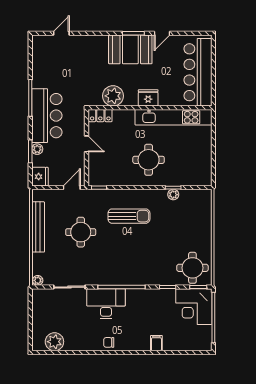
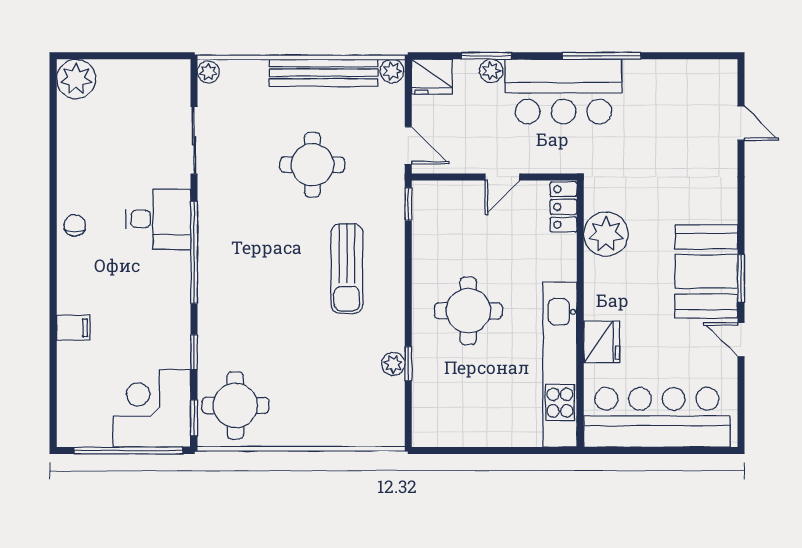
fridge: (148, 98) -> (602, 342), moved
plant: (37, 195) -> (392, 71), added
desk: (106, 304) -> (158, 219), width x0.73
plant: (54, 342) -> (76, 79), moved

